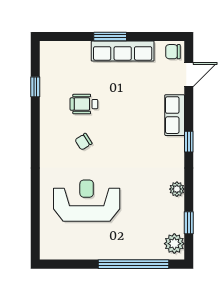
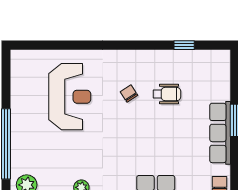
wheelchair: (84, 104) -> (167, 94), turned 90

